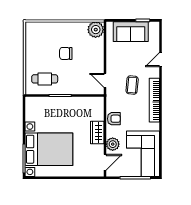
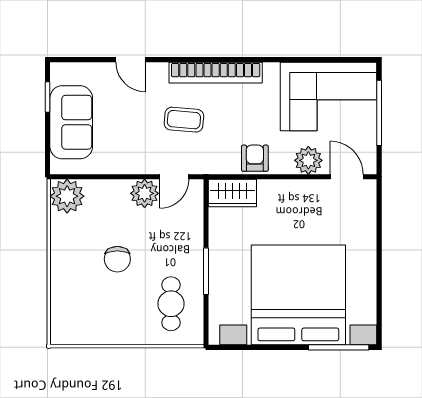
plant: (97, 66) -> (145, 193), added
wardrobe: (97, 133) -> (232, 193), moved
bed with nightstands: (49, 149) -> (298, 295), width x1.36

